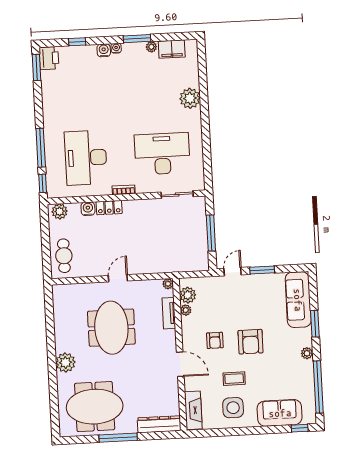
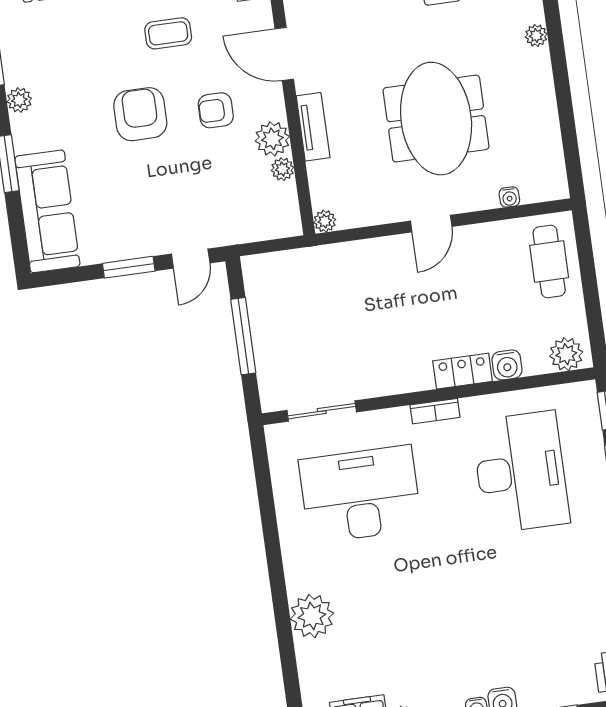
desk: (162, 154) -> (360, 494), turned 180
water cooler: (80, 288) -> (509, 197), added
plant: (188, 295) -> (272, 139), moved
tv unit: (169, 313) -> (313, 127), moved
armchair: (215, 340) -> (216, 110), turned -90
plant: (65, 362) -> (536, 36), width x0.53, depth x0.53

